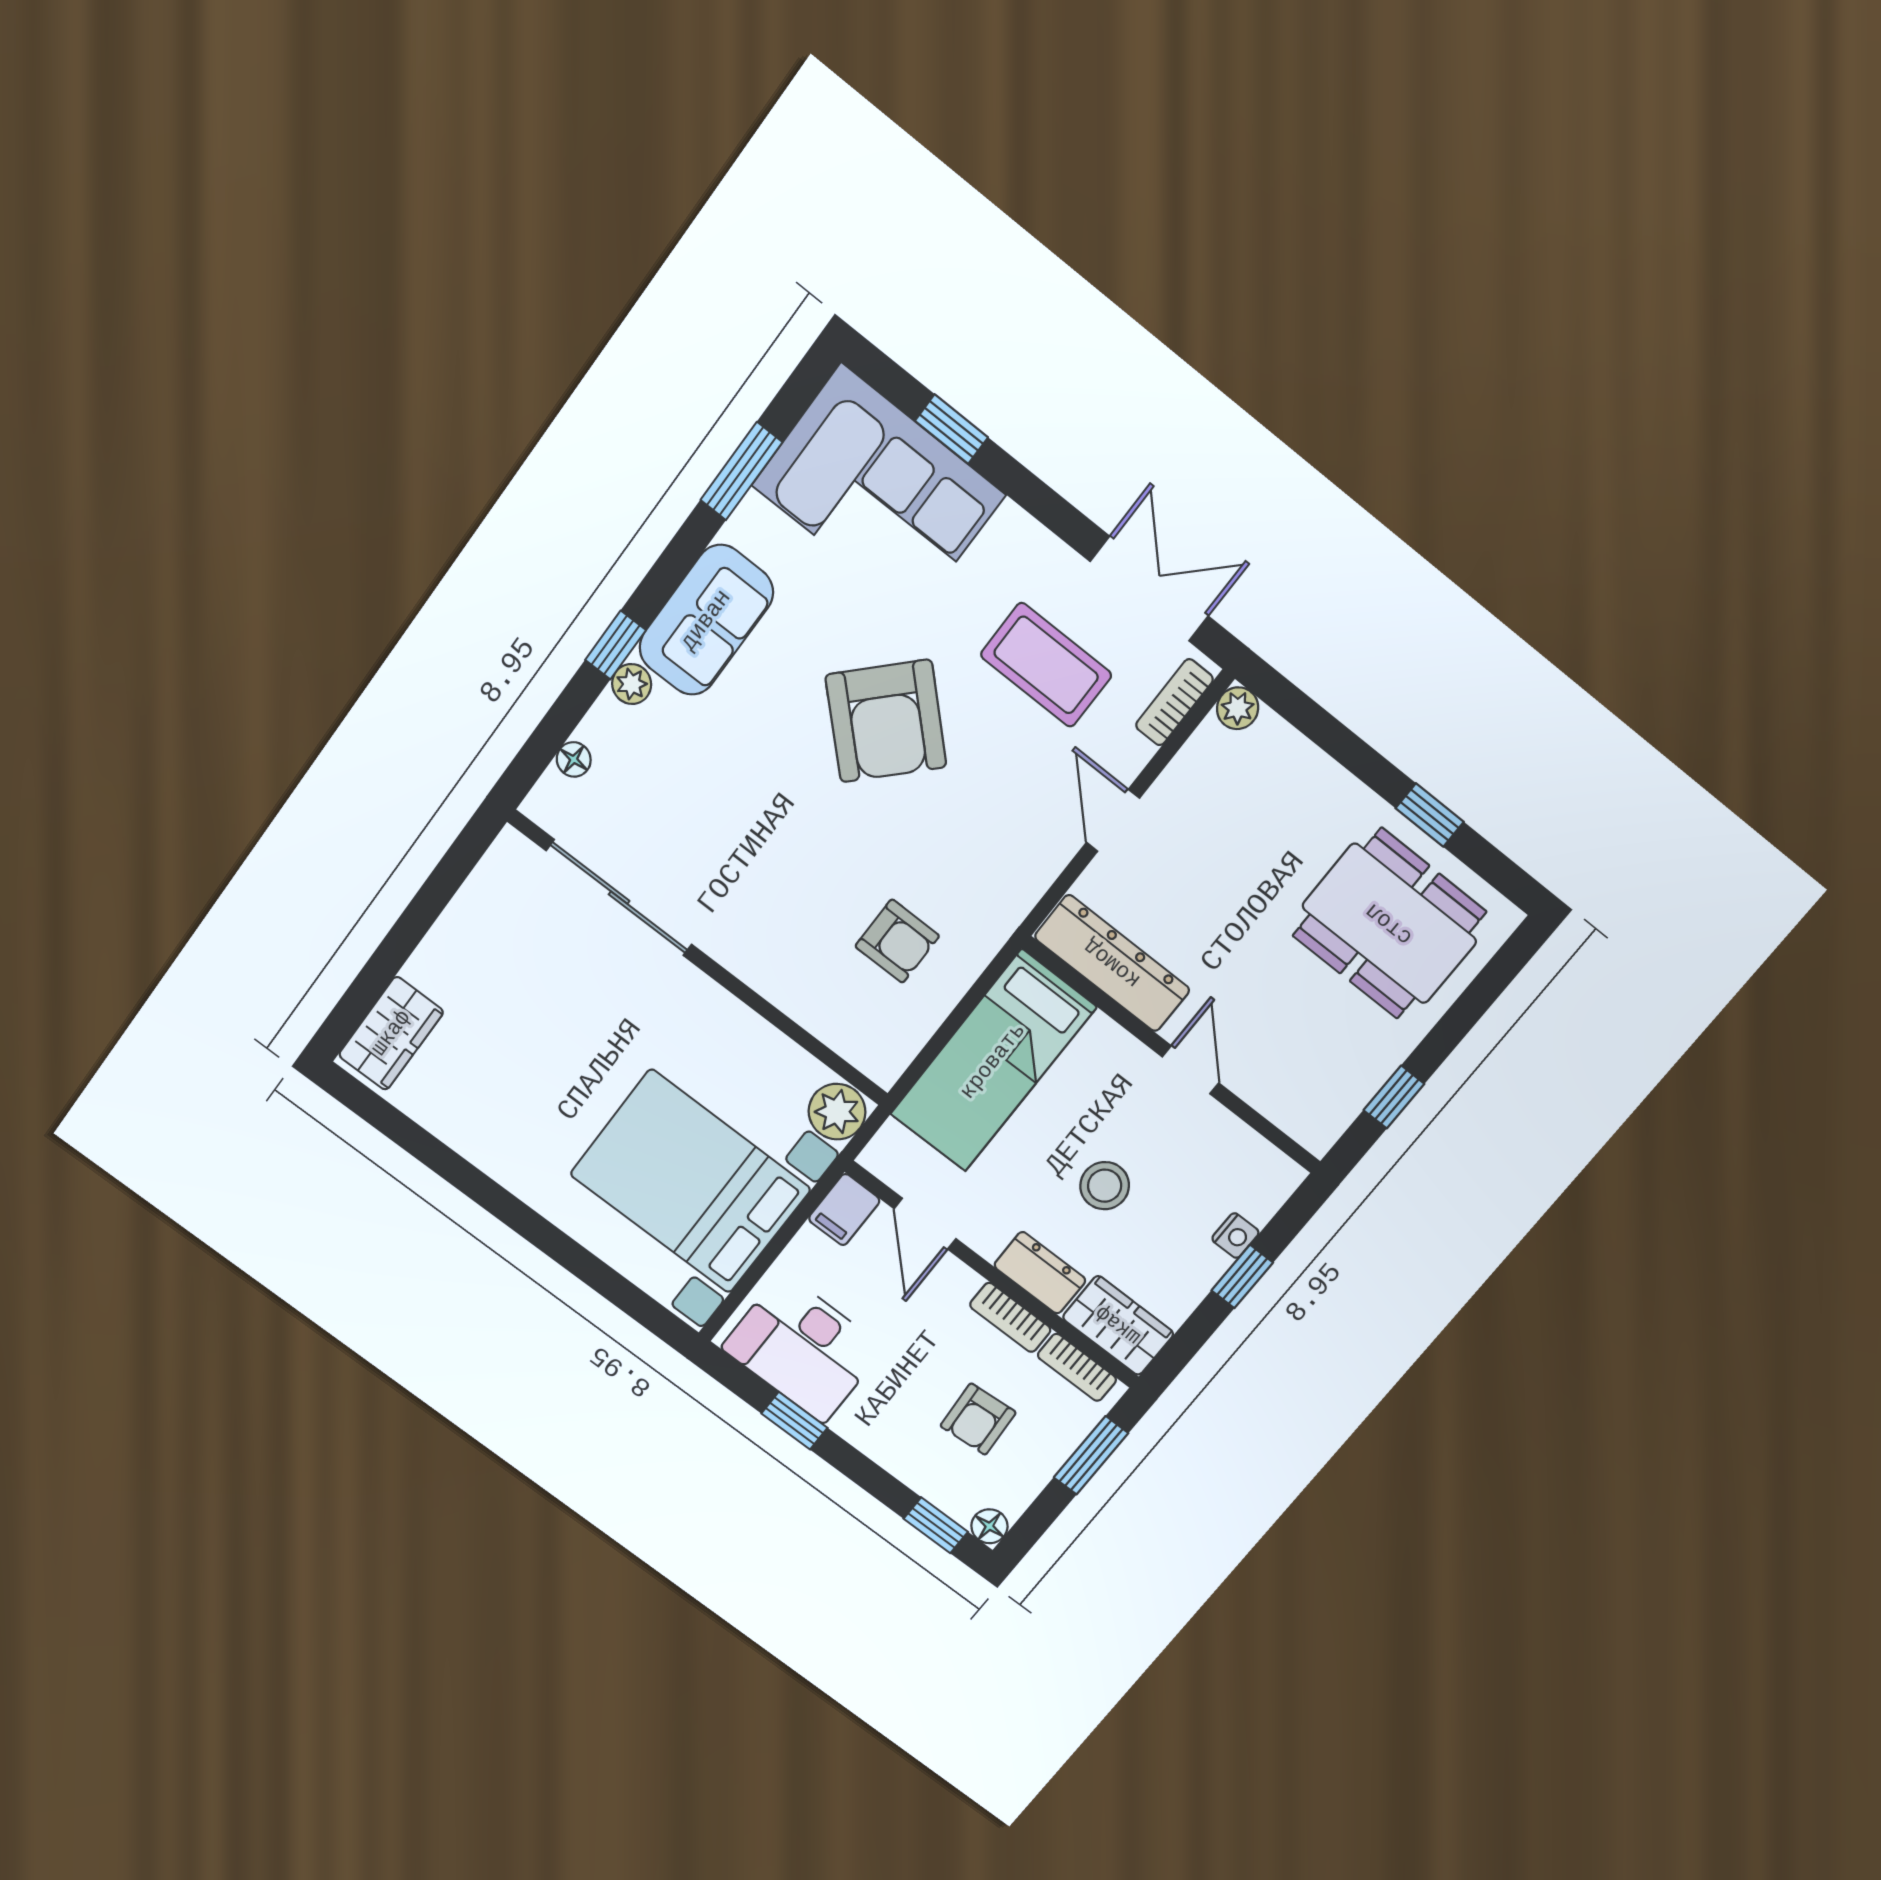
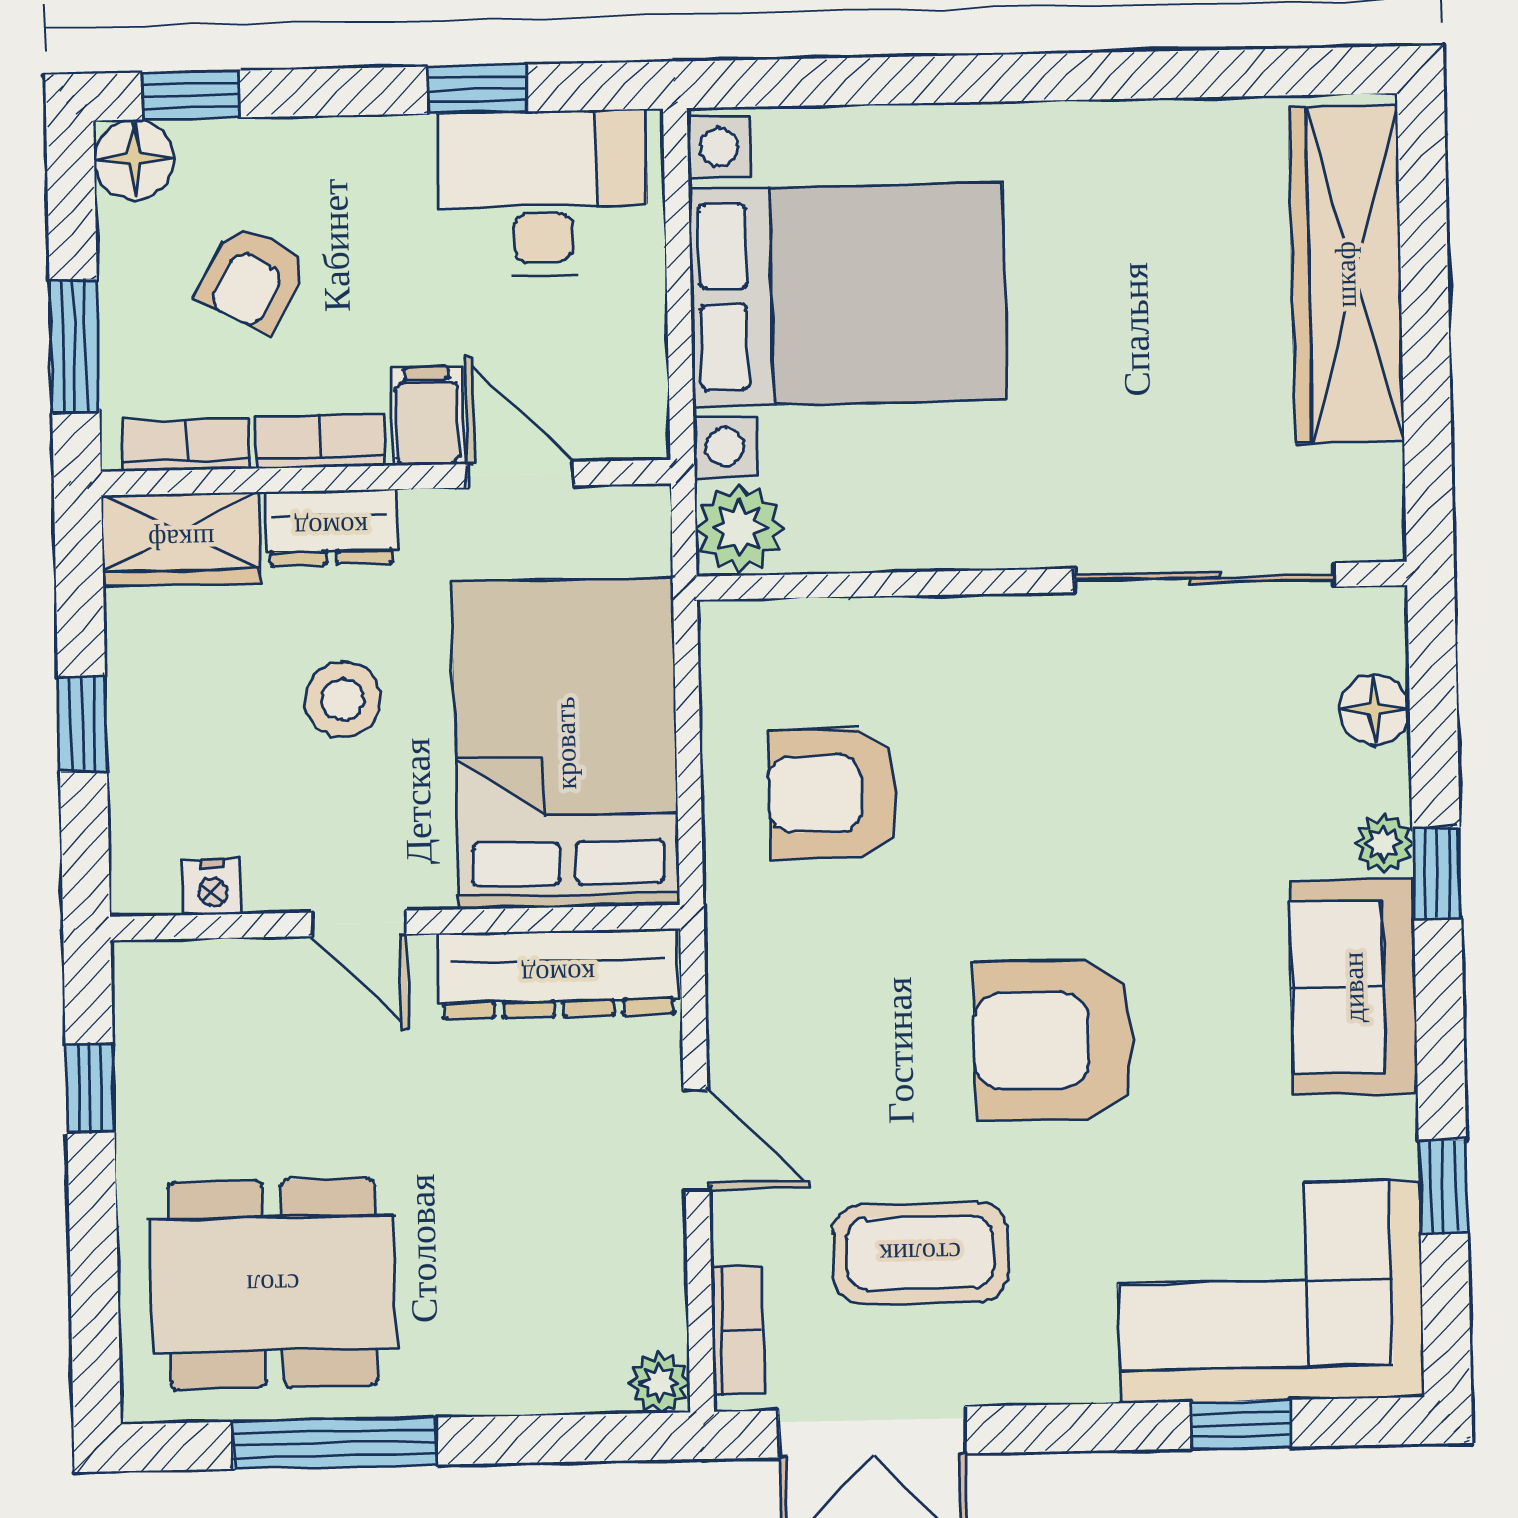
window: (741, 471) -> (1443, 1187), width x0.67
armchair: (886, 721) -> (1054, 1040), turned -44
floor lamp: (574, 759) -> (1375, 710), width x1.37, depth x1.37
window: (1430, 815) -> (334, 1443), width x2.17
armchair: (897, 941) -> (834, 793), width x1.38, depth x1.38
wardrobe: (391, 1033) -> (1346, 274), width x2.10, depth x1.17
bed: (993, 1061) -> (566, 743), width x1.50
filing cabinet: (844, 1210) -> (427, 416), moved
nightstand: (1235, 1236) -> (212, 888), moved, turned -90
armchair: (978, 1419) -> (252, 278), turned -147
floor lamp: (989, 1526) -> (134, 160), width x1.37, depth x1.37

